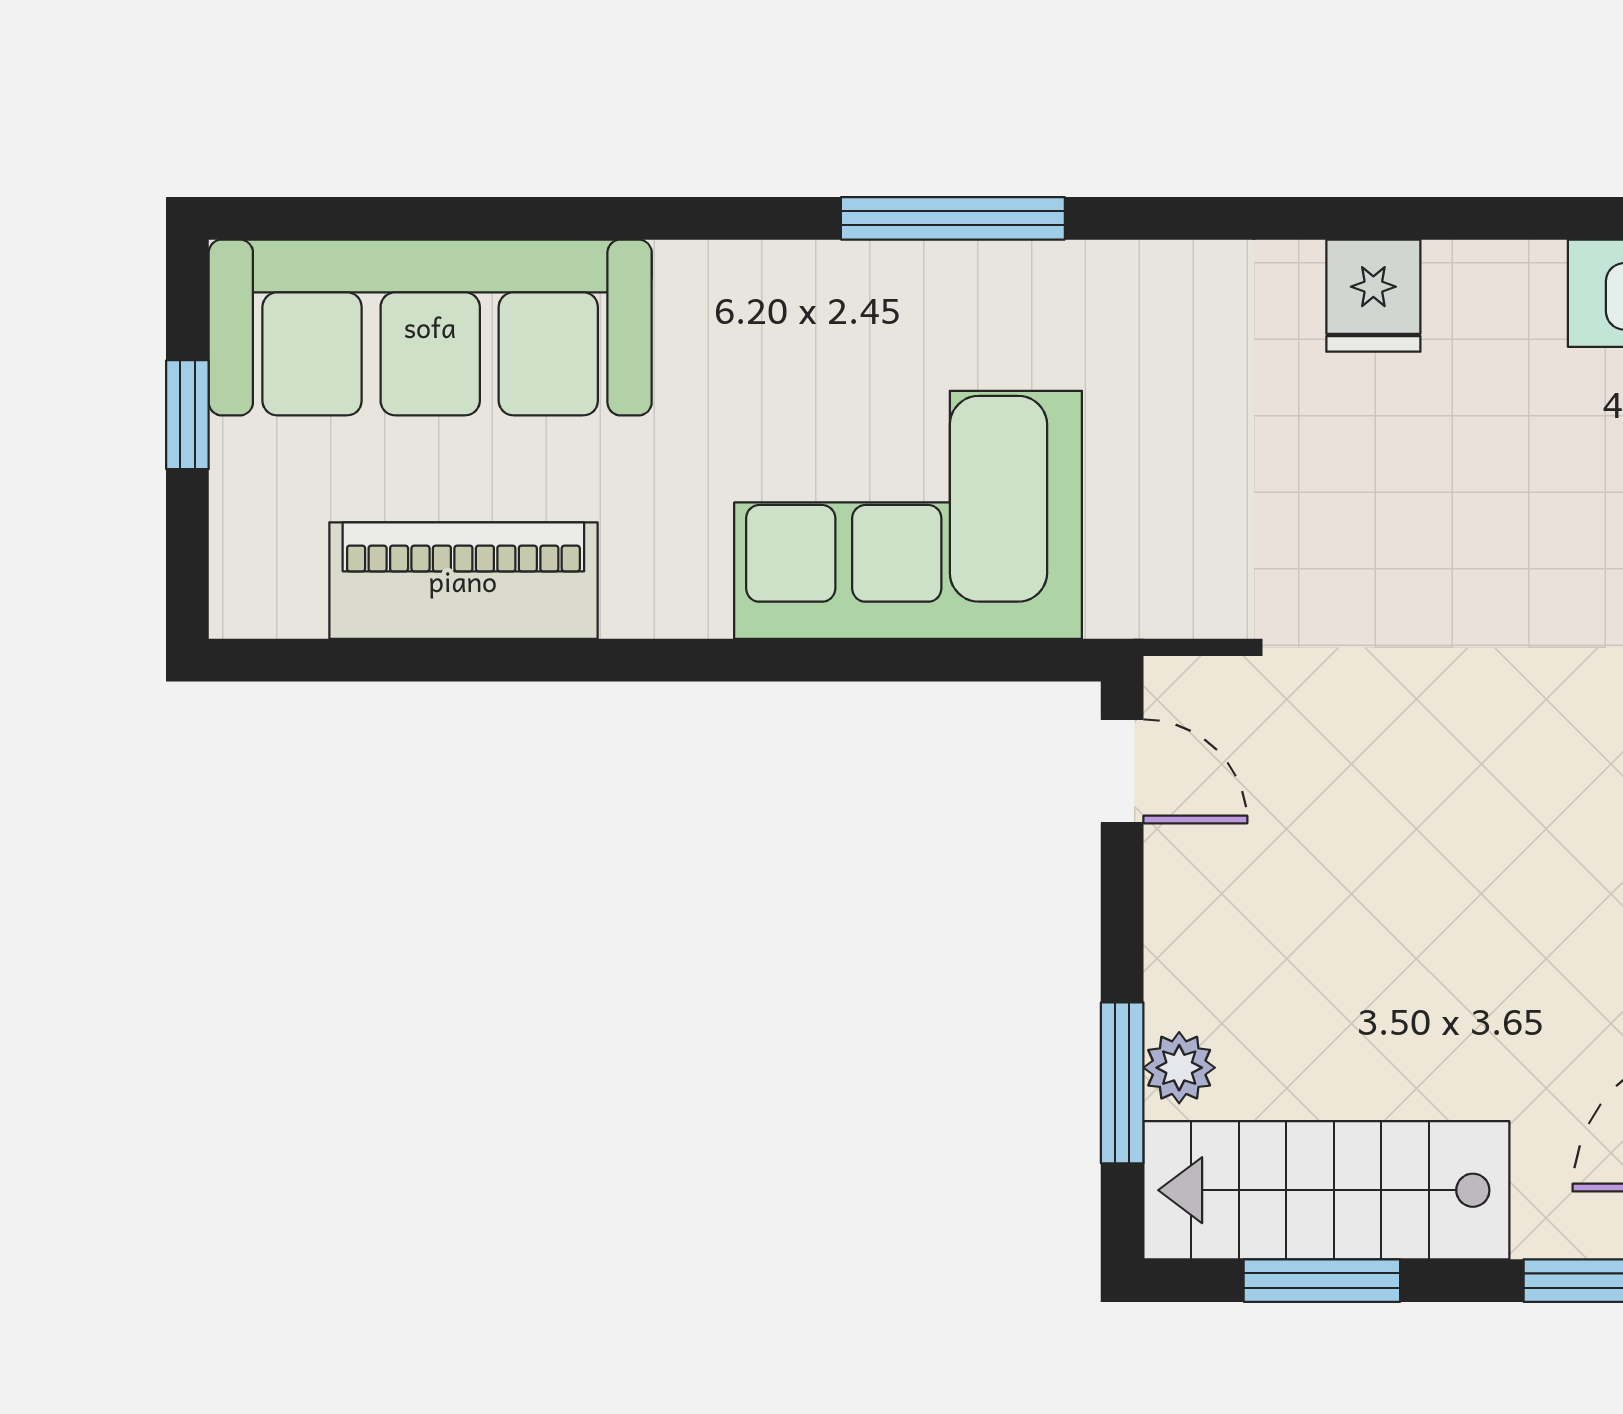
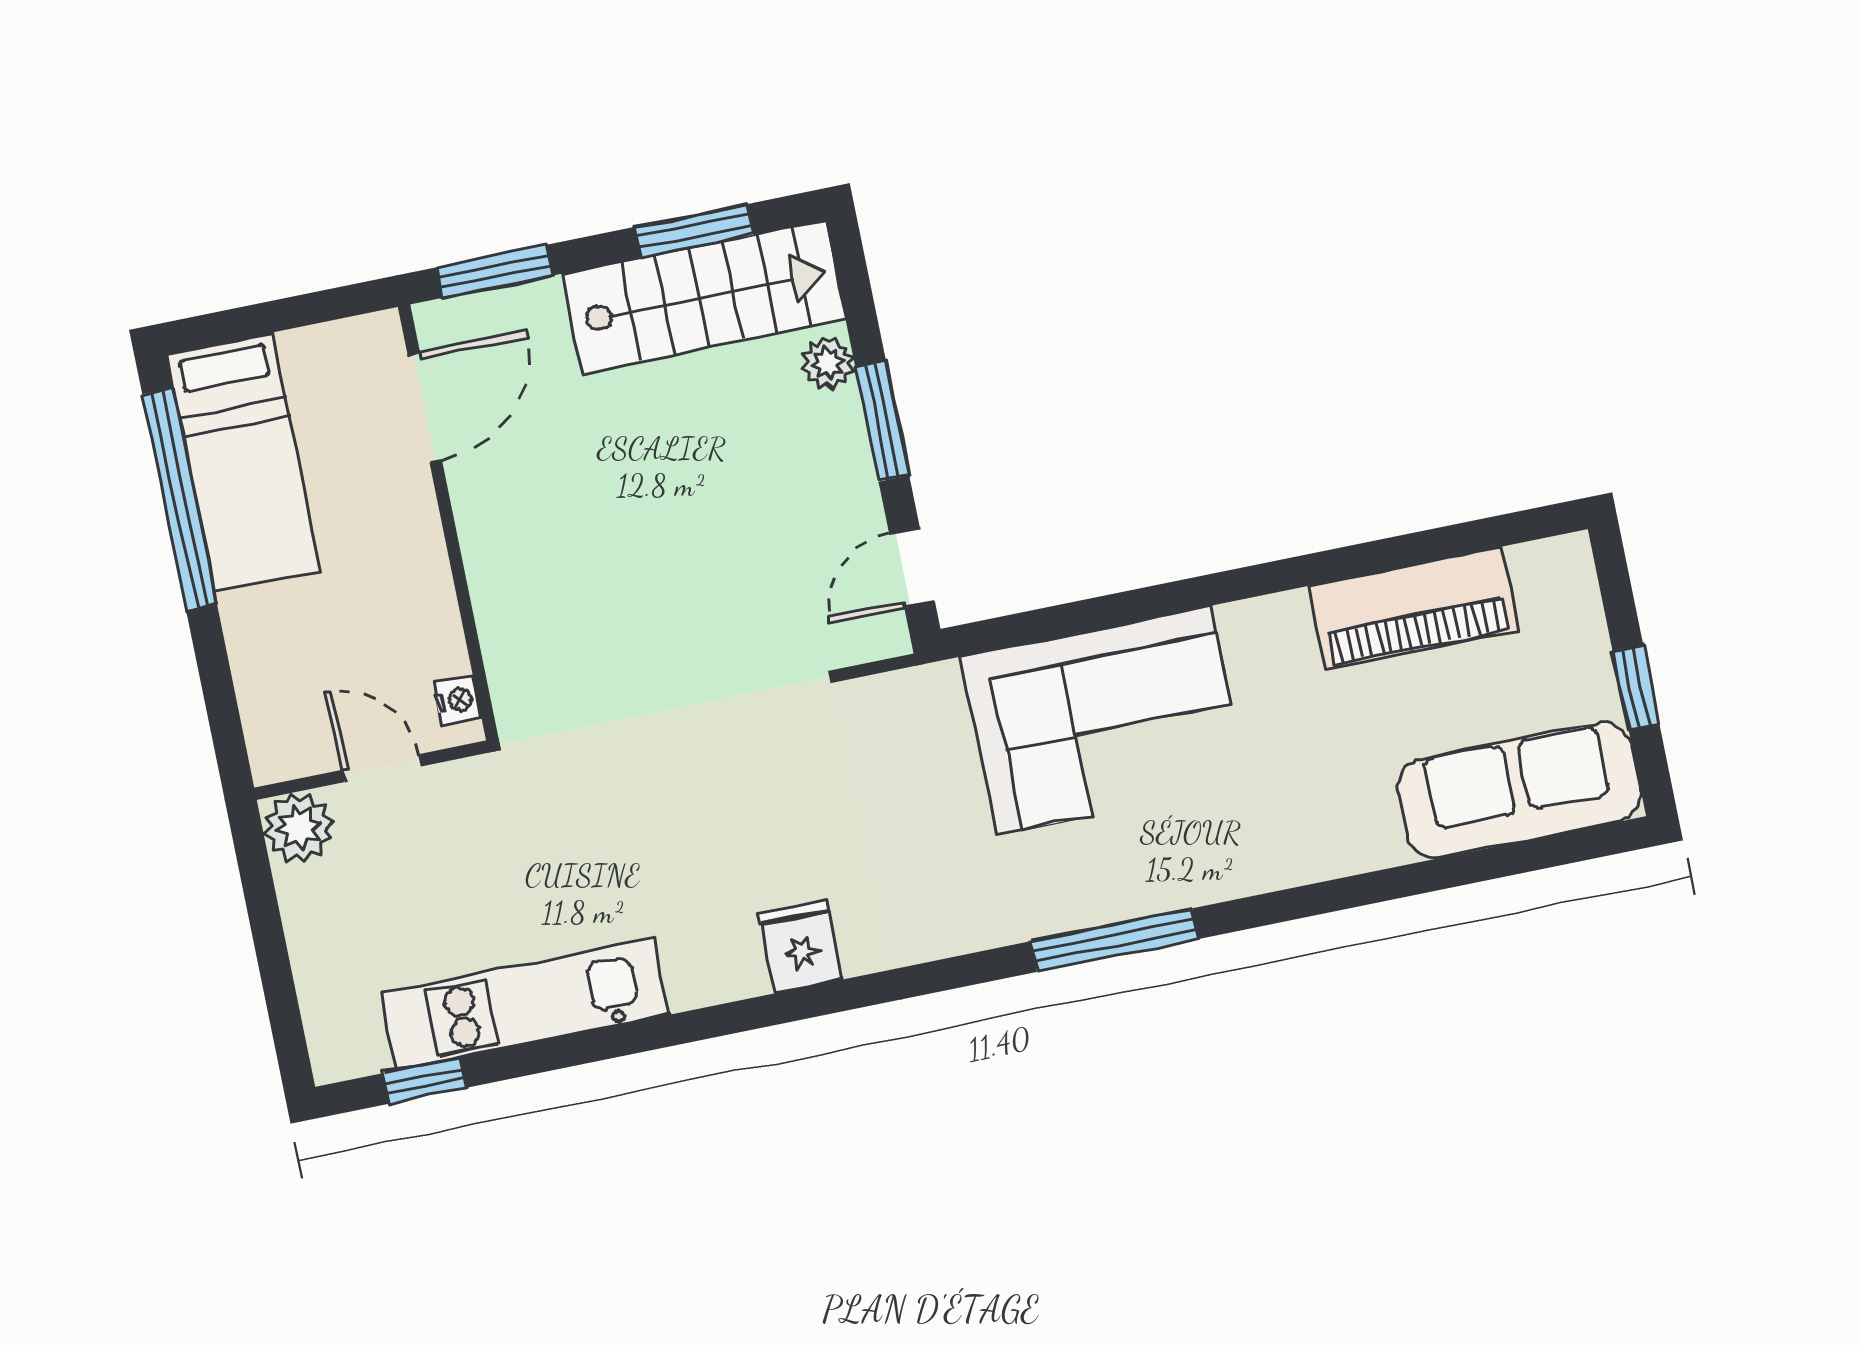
sofa: (430, 327) -> (1519, 790), width x0.74, depth x0.79
door: (1122, 771) -> (912, 567), hinge flipped
window: (1122, 1083) -> (882, 421), moved

